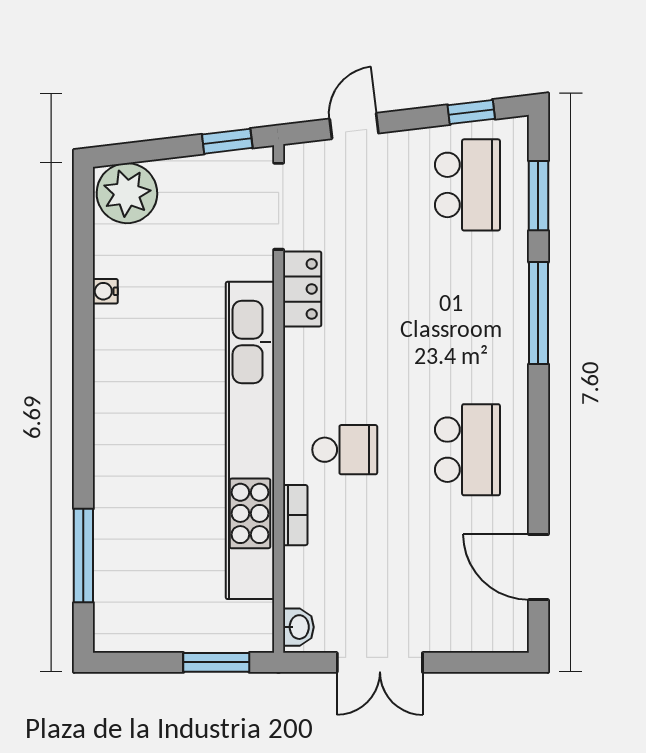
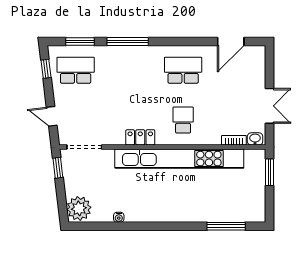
locker: (302, 289) -> (140, 137), moved
bookcase: (295, 515) -> (234, 140), moved

